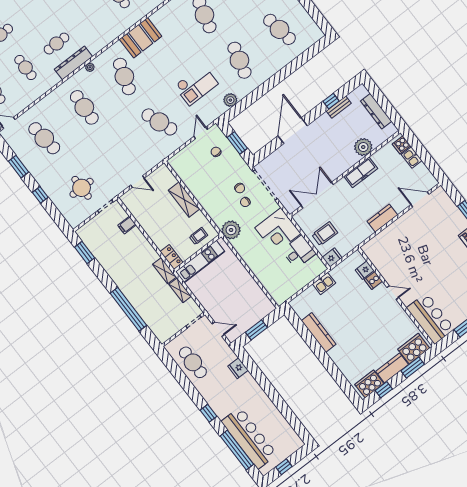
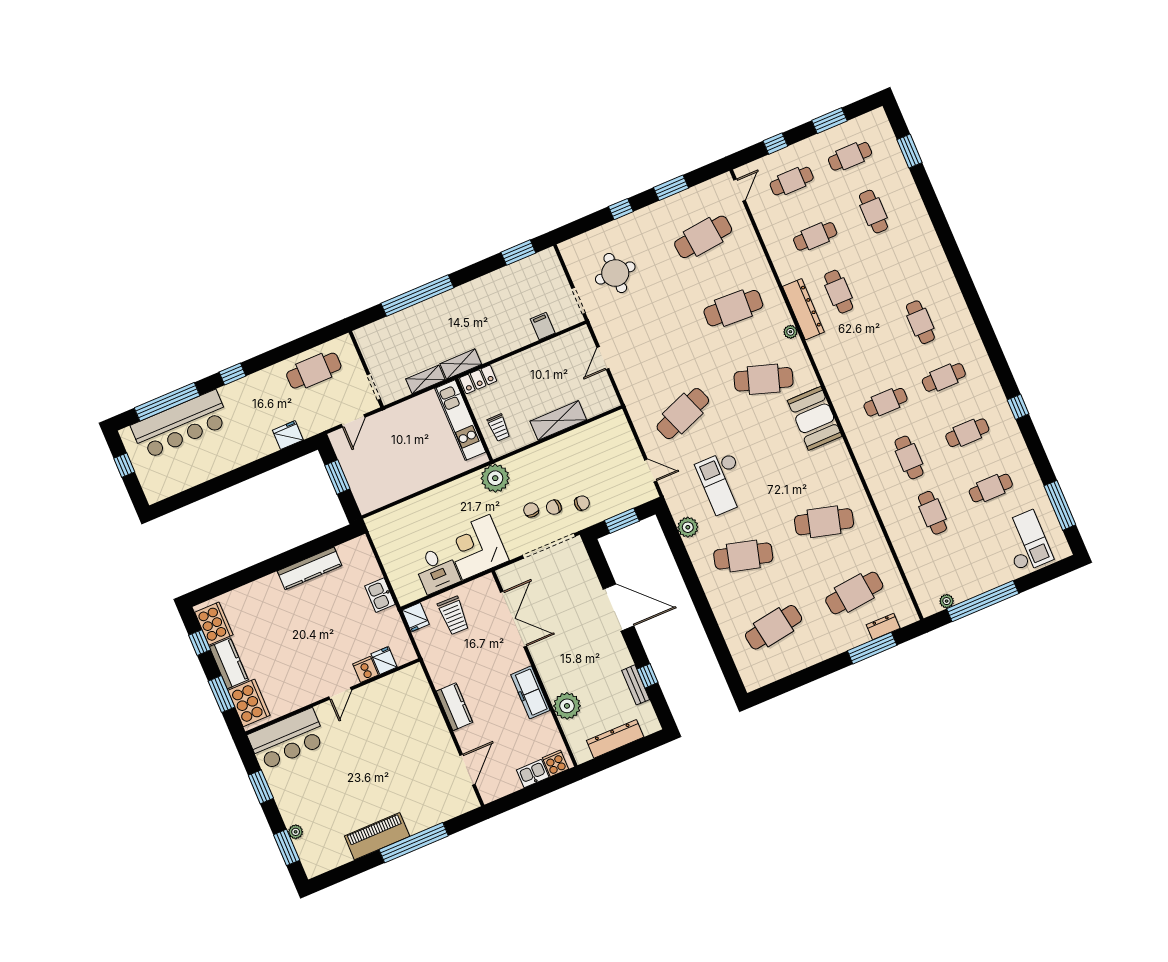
chair: (216, 152) -> (582, 503), moved

